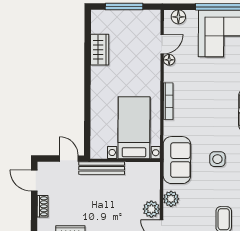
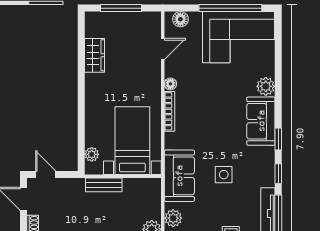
floor lamp: (169, 60) -> (170, 84), moved
plant: (97, 140) -> (92, 154), added
door: (69, 159) -> (46, 175), moved
bench: (102, 168) -> (104, 185), width x0.73

